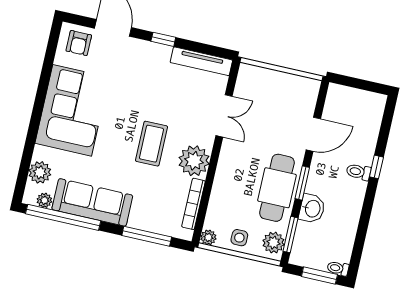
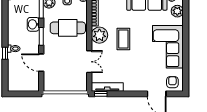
window: (163, 39) -> (101, 94), moved
double door: (224, 116) -> (89, 62), swing flipped
door: (313, 134) -> (41, 63), hinge flipped
cafe table: (277, 188) -> (68, 28), moved, turned 90

